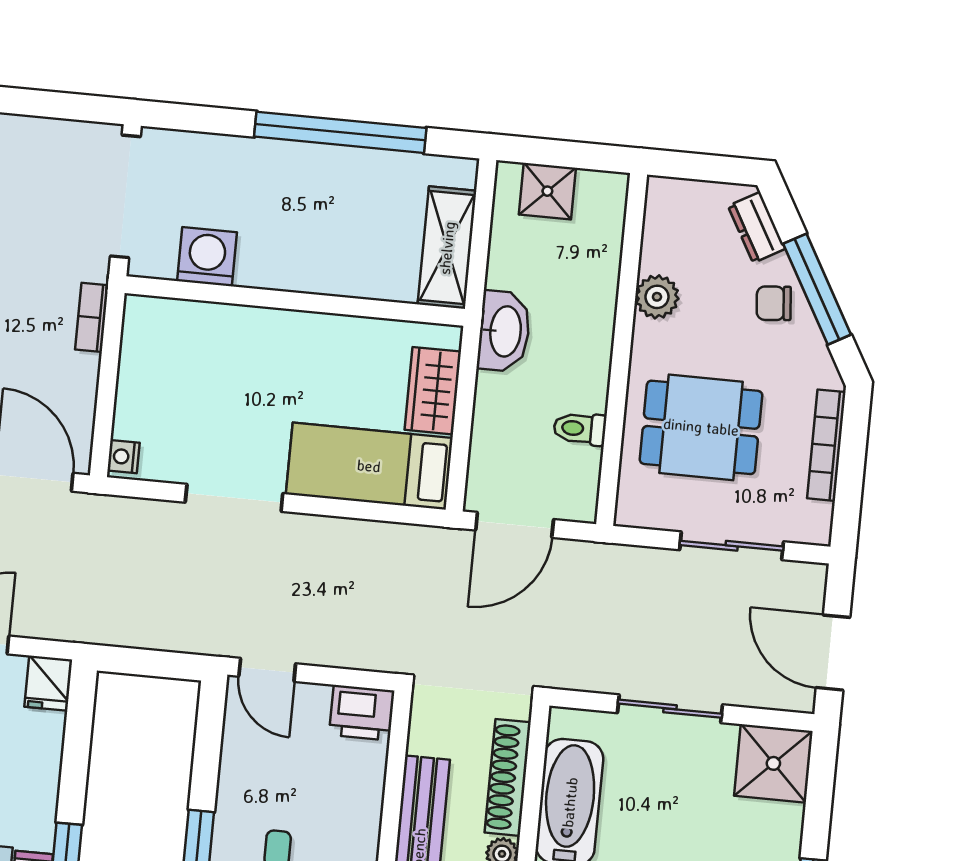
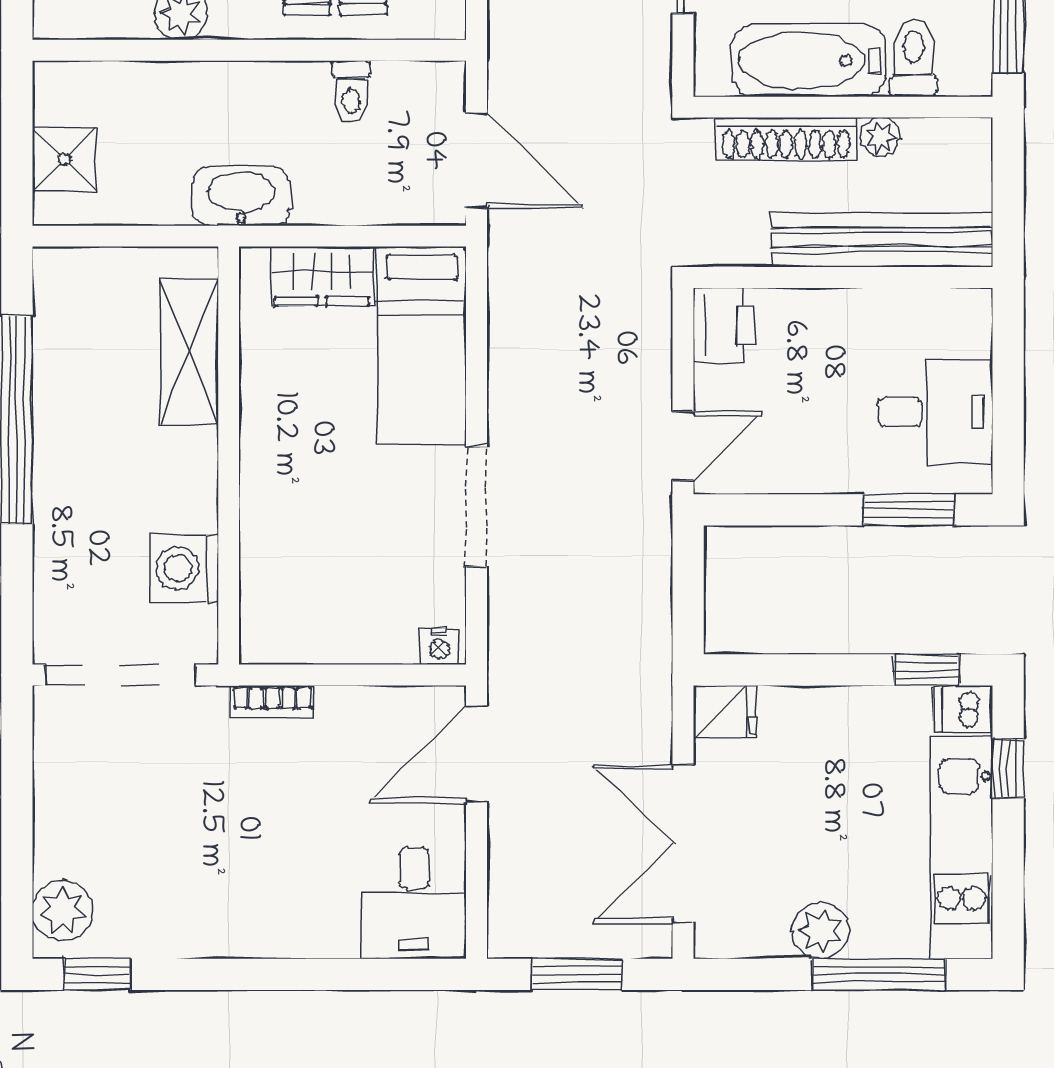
shelving: (447, 248) -> (189, 352), moved, turned 90

